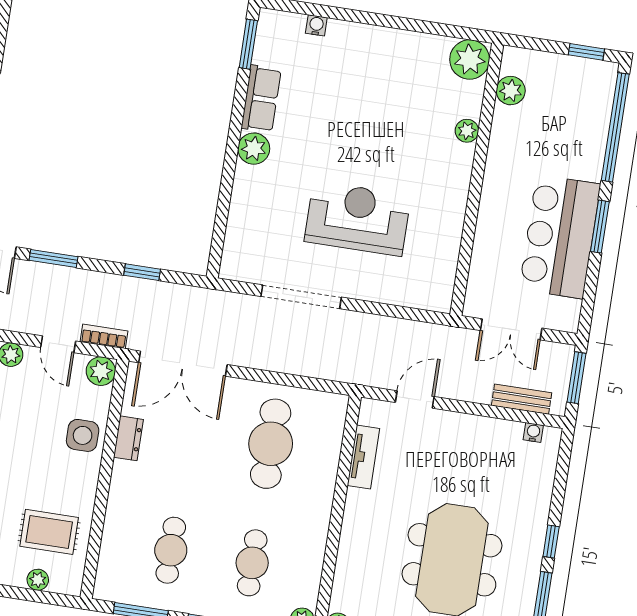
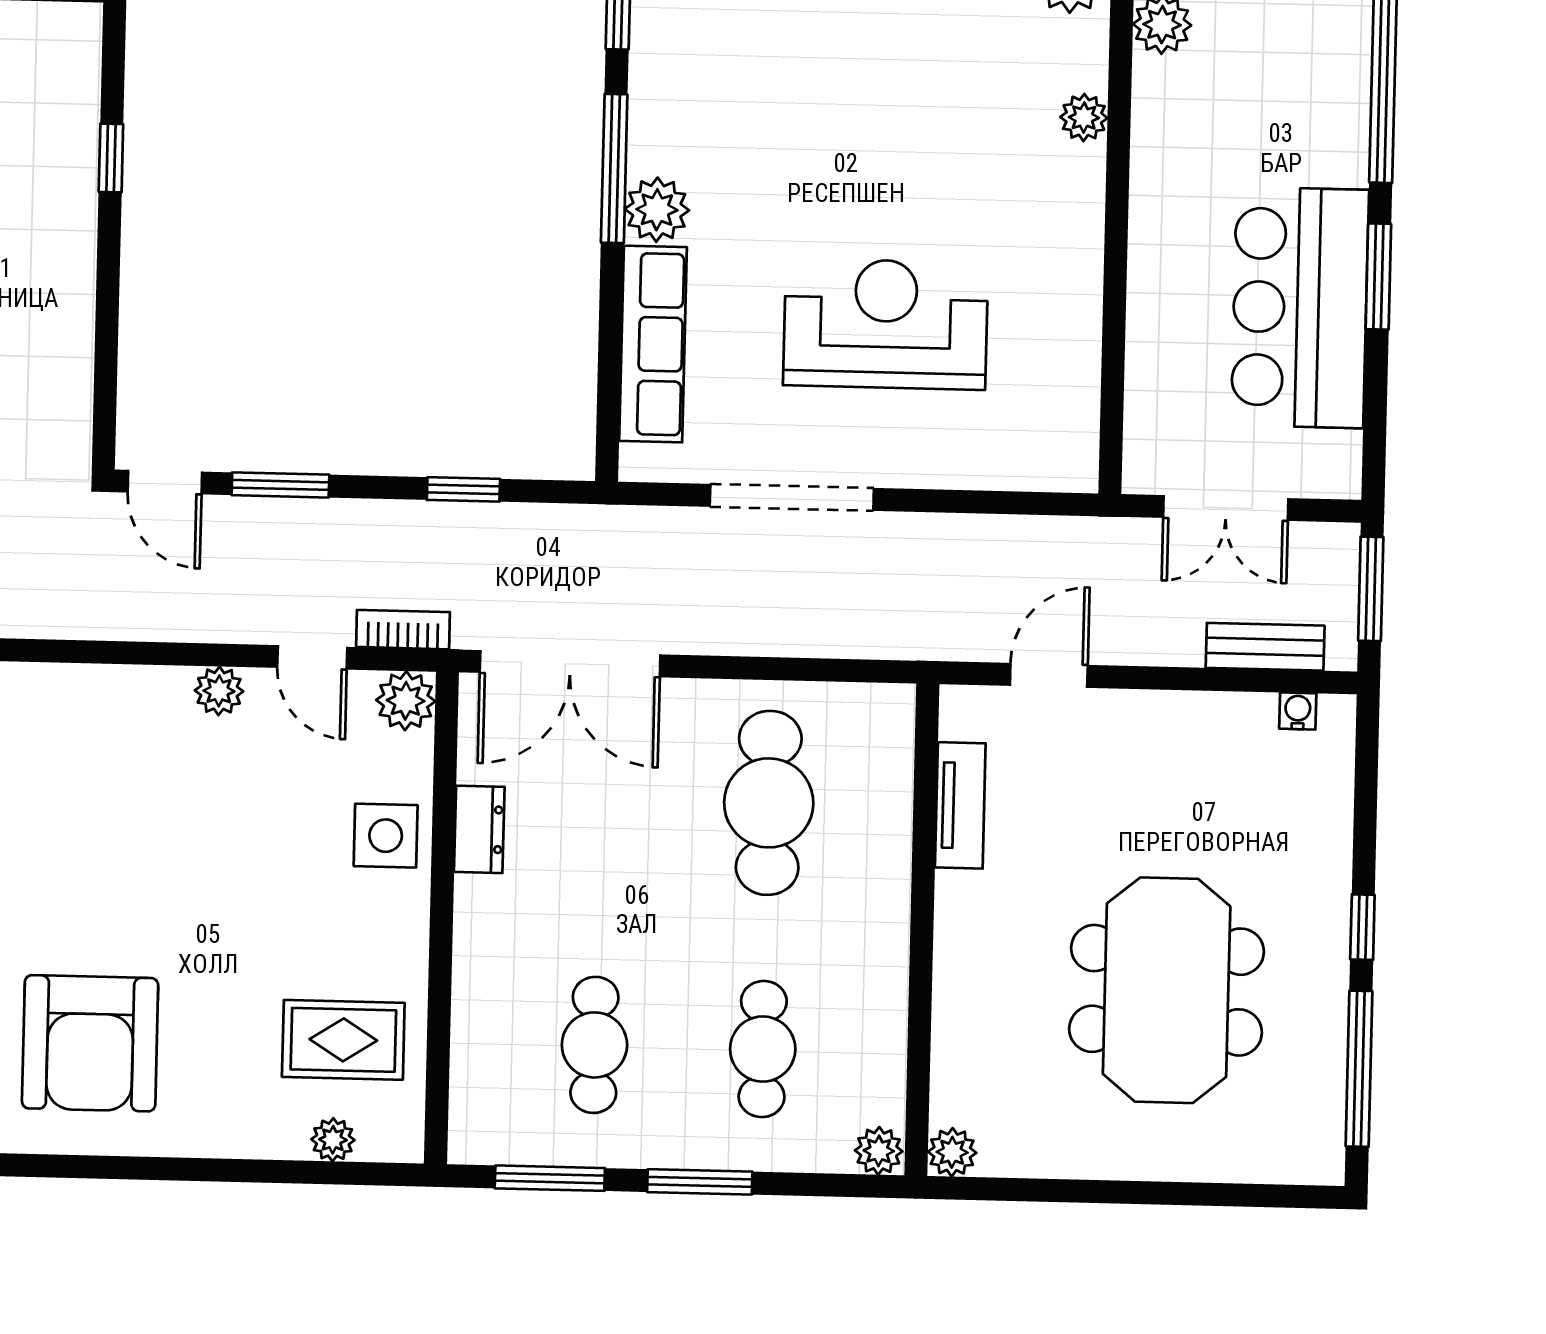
row of seats: (261, 99) -> (653, 344), moved, width x1.48
window: (236, 126) -> (614, 169), added

